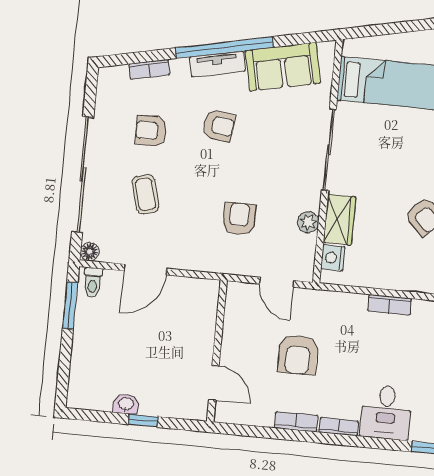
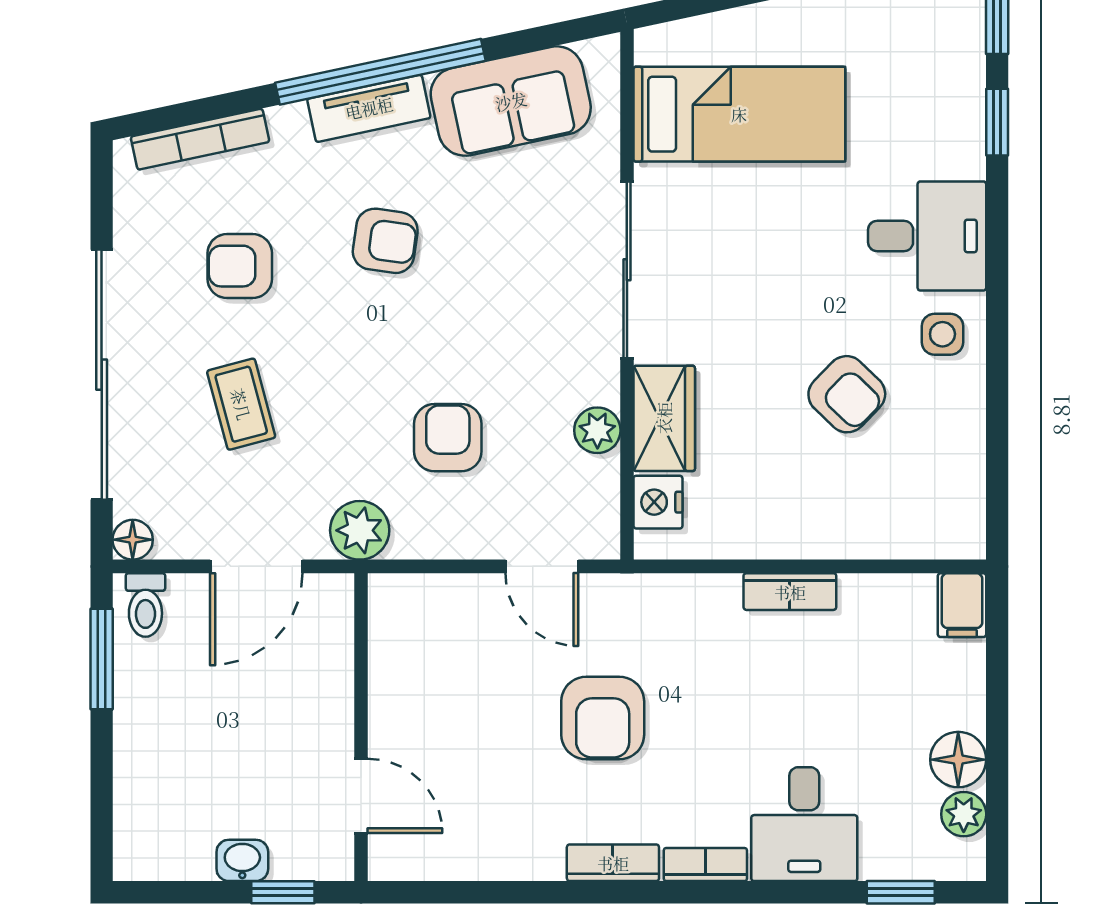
bookcase: (149, 69) -> (200, 139), width x1.56
plant: (194, 258) -> (360, 530), added
wall: (217, 351) -> (361, 727), moved
door: (214, 383) -> (361, 796), moved

